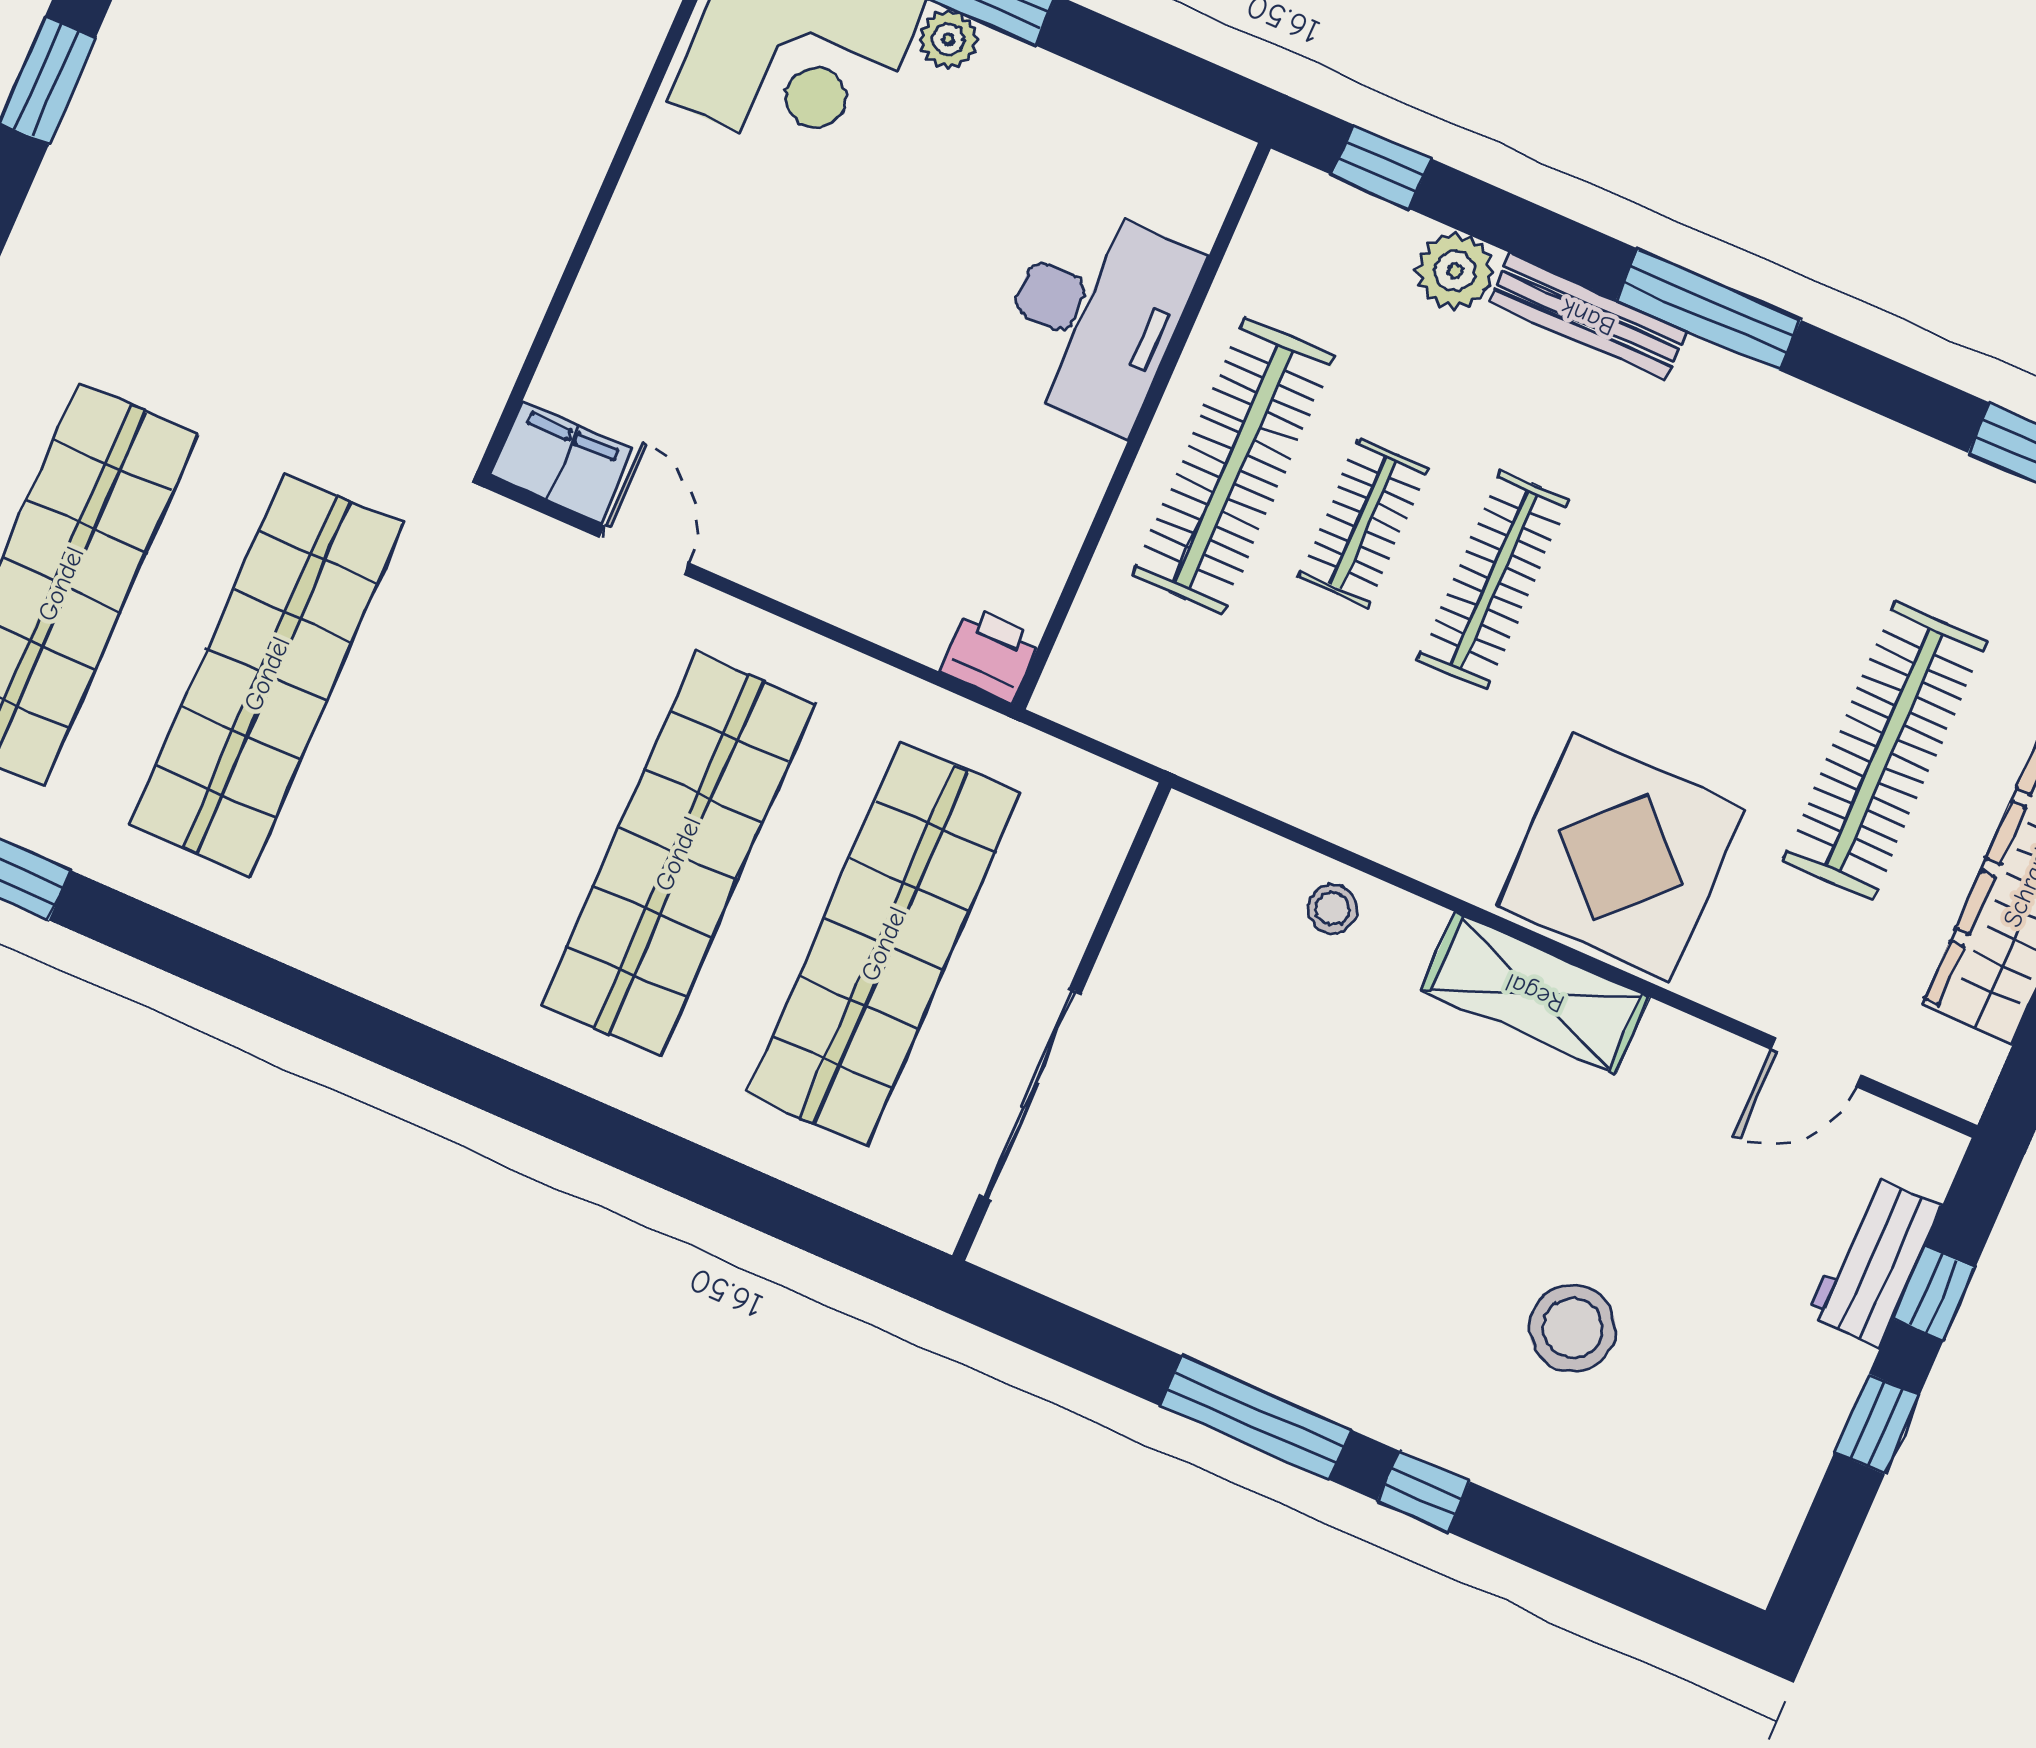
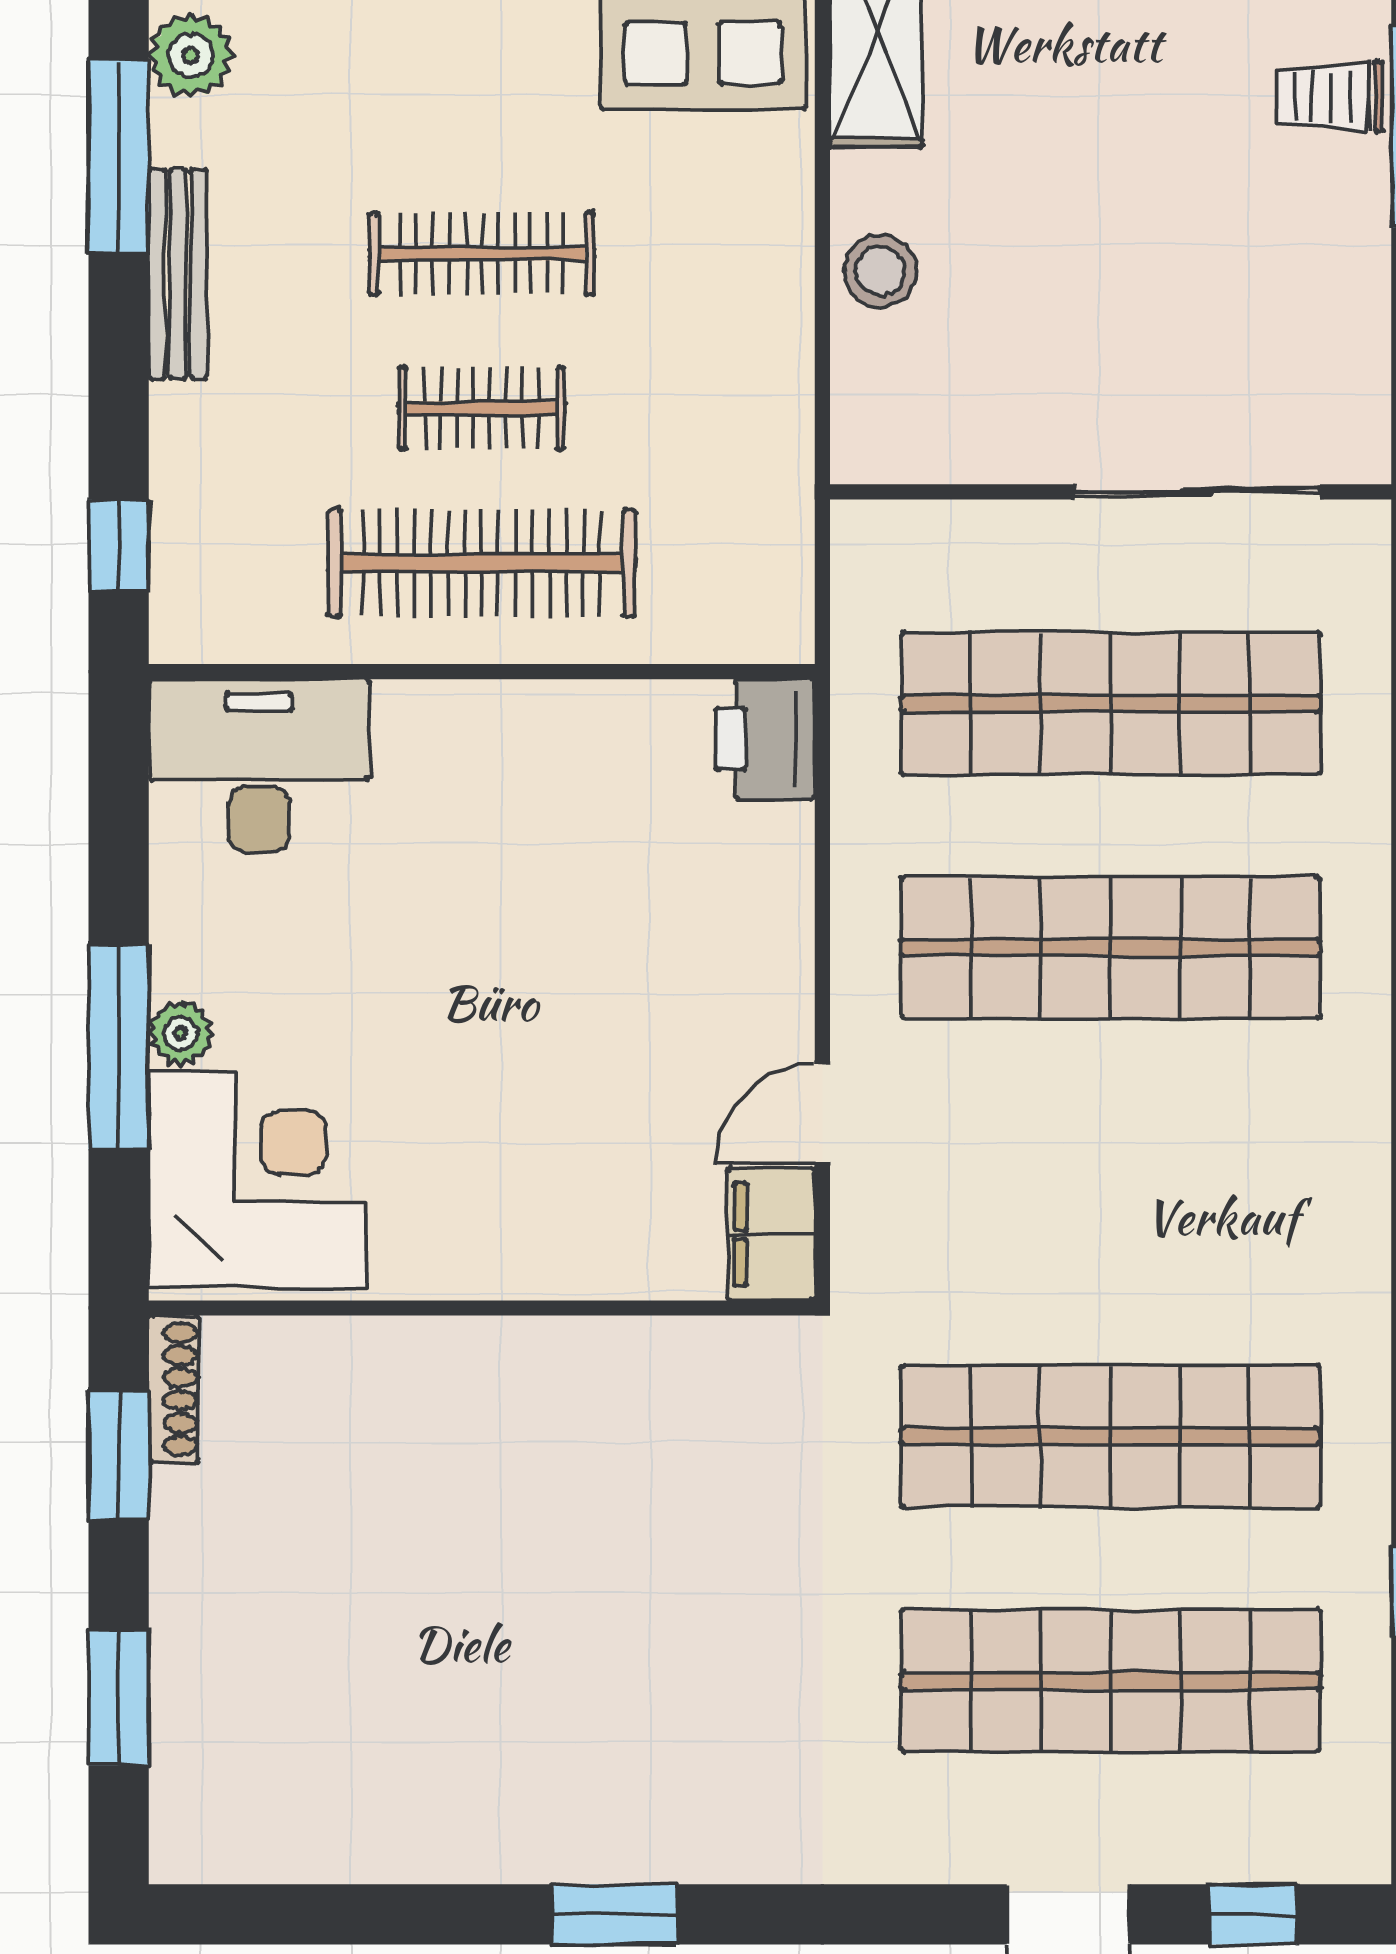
plant: (1455, 271) -> (191, 55), moved
desk: (1095, 316) -> (259, 766), moved
printer: (991, 654) -> (765, 739), width x1.36, depth x1.24
stool: (1333, 909) -> (880, 271), width x1.37, depth x1.37
trolley: (1314, 1352) -> (1330, 96), added

